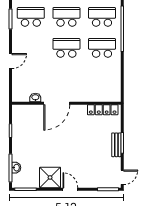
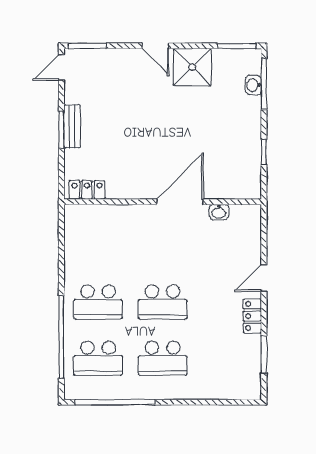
school desk: (31, 17) -> (227, 358), removed
locker: (17, 40) -> (252, 316), added
locker: (103, 110) -> (87, 190), width x0.66

